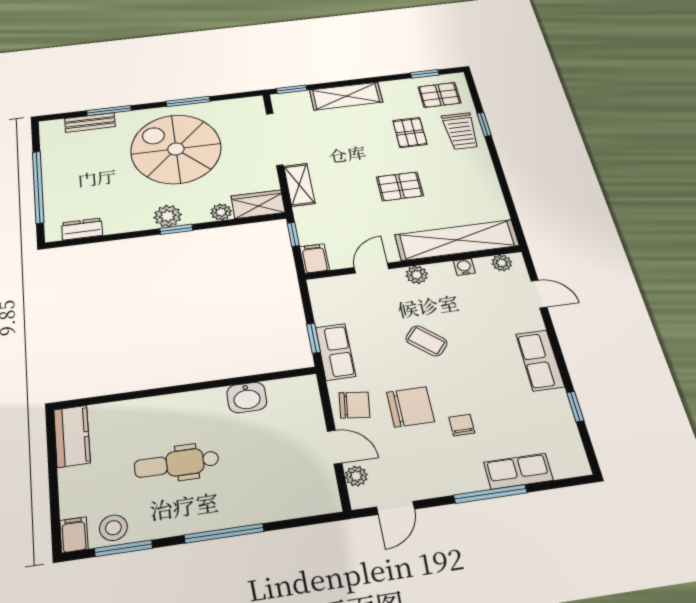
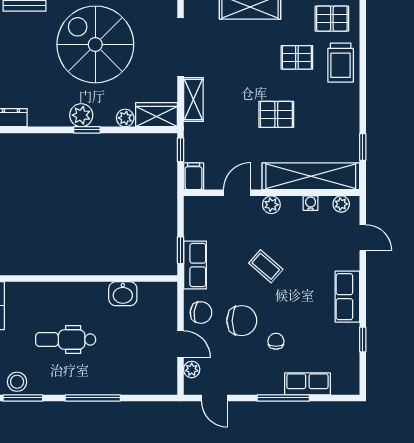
window: (484, 124) -> (363, 147), moved
pallet: (410, 132) -> (297, 57), turned 90
door: (395, 508) -> (215, 398), hinge flipped

